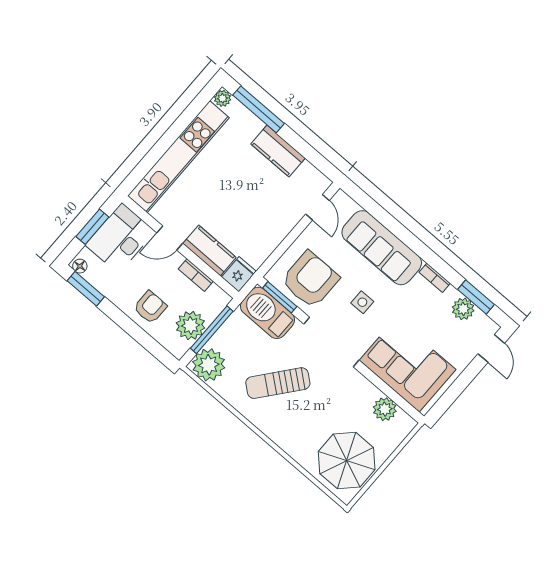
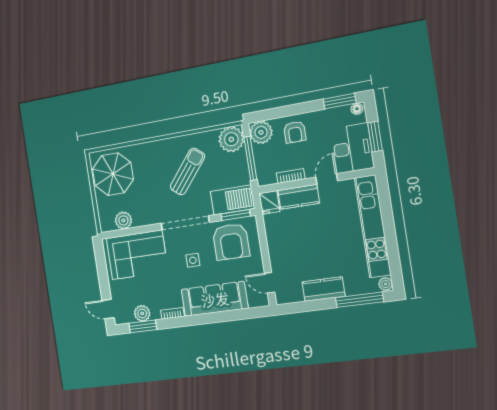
plant: (191, 325) -> (261, 132), moved

